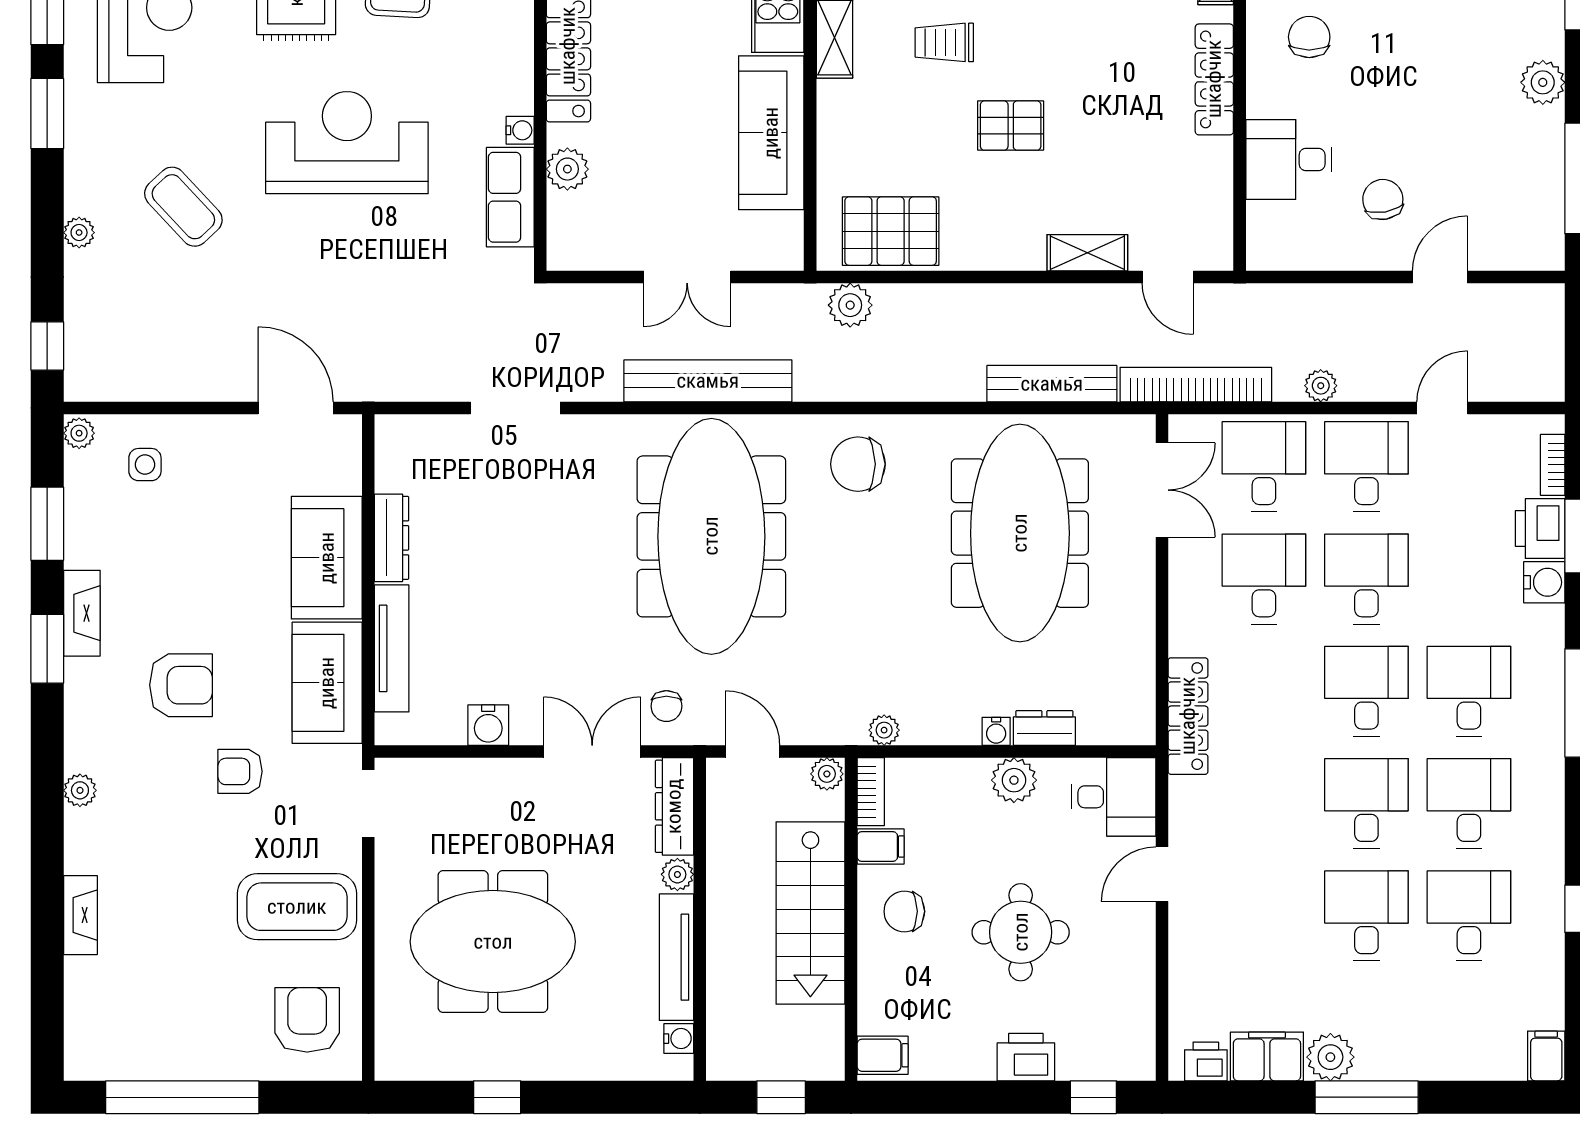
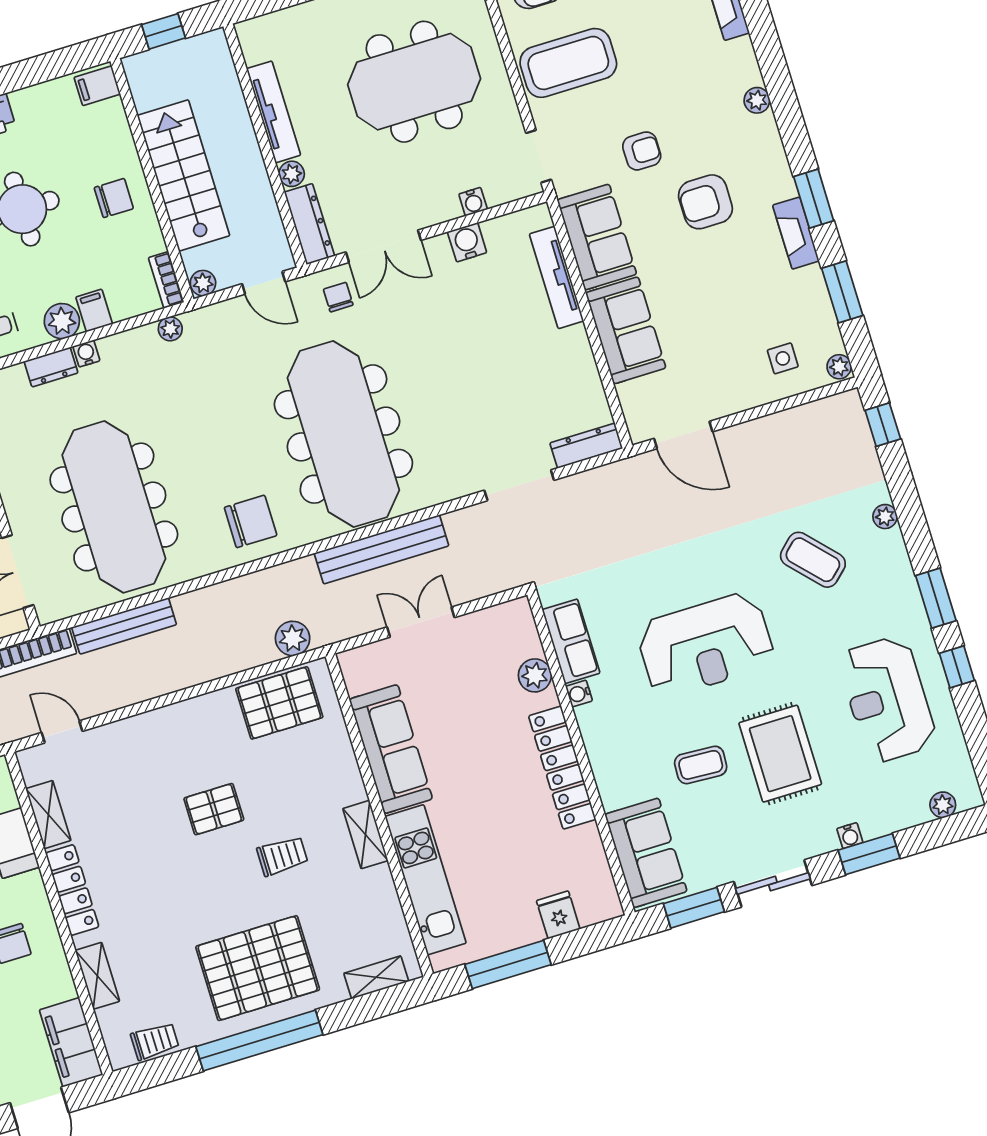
shelving: (1087, 253) -> (48, 815), moved, turned 90
dresser: (392, 538) -> (586, 446), moved, turned 90
filing cabinet: (881, 846) -> (94, 311), moved, turned 90
water cooler: (679, 1039) -> (473, 202), moved, turned -90

